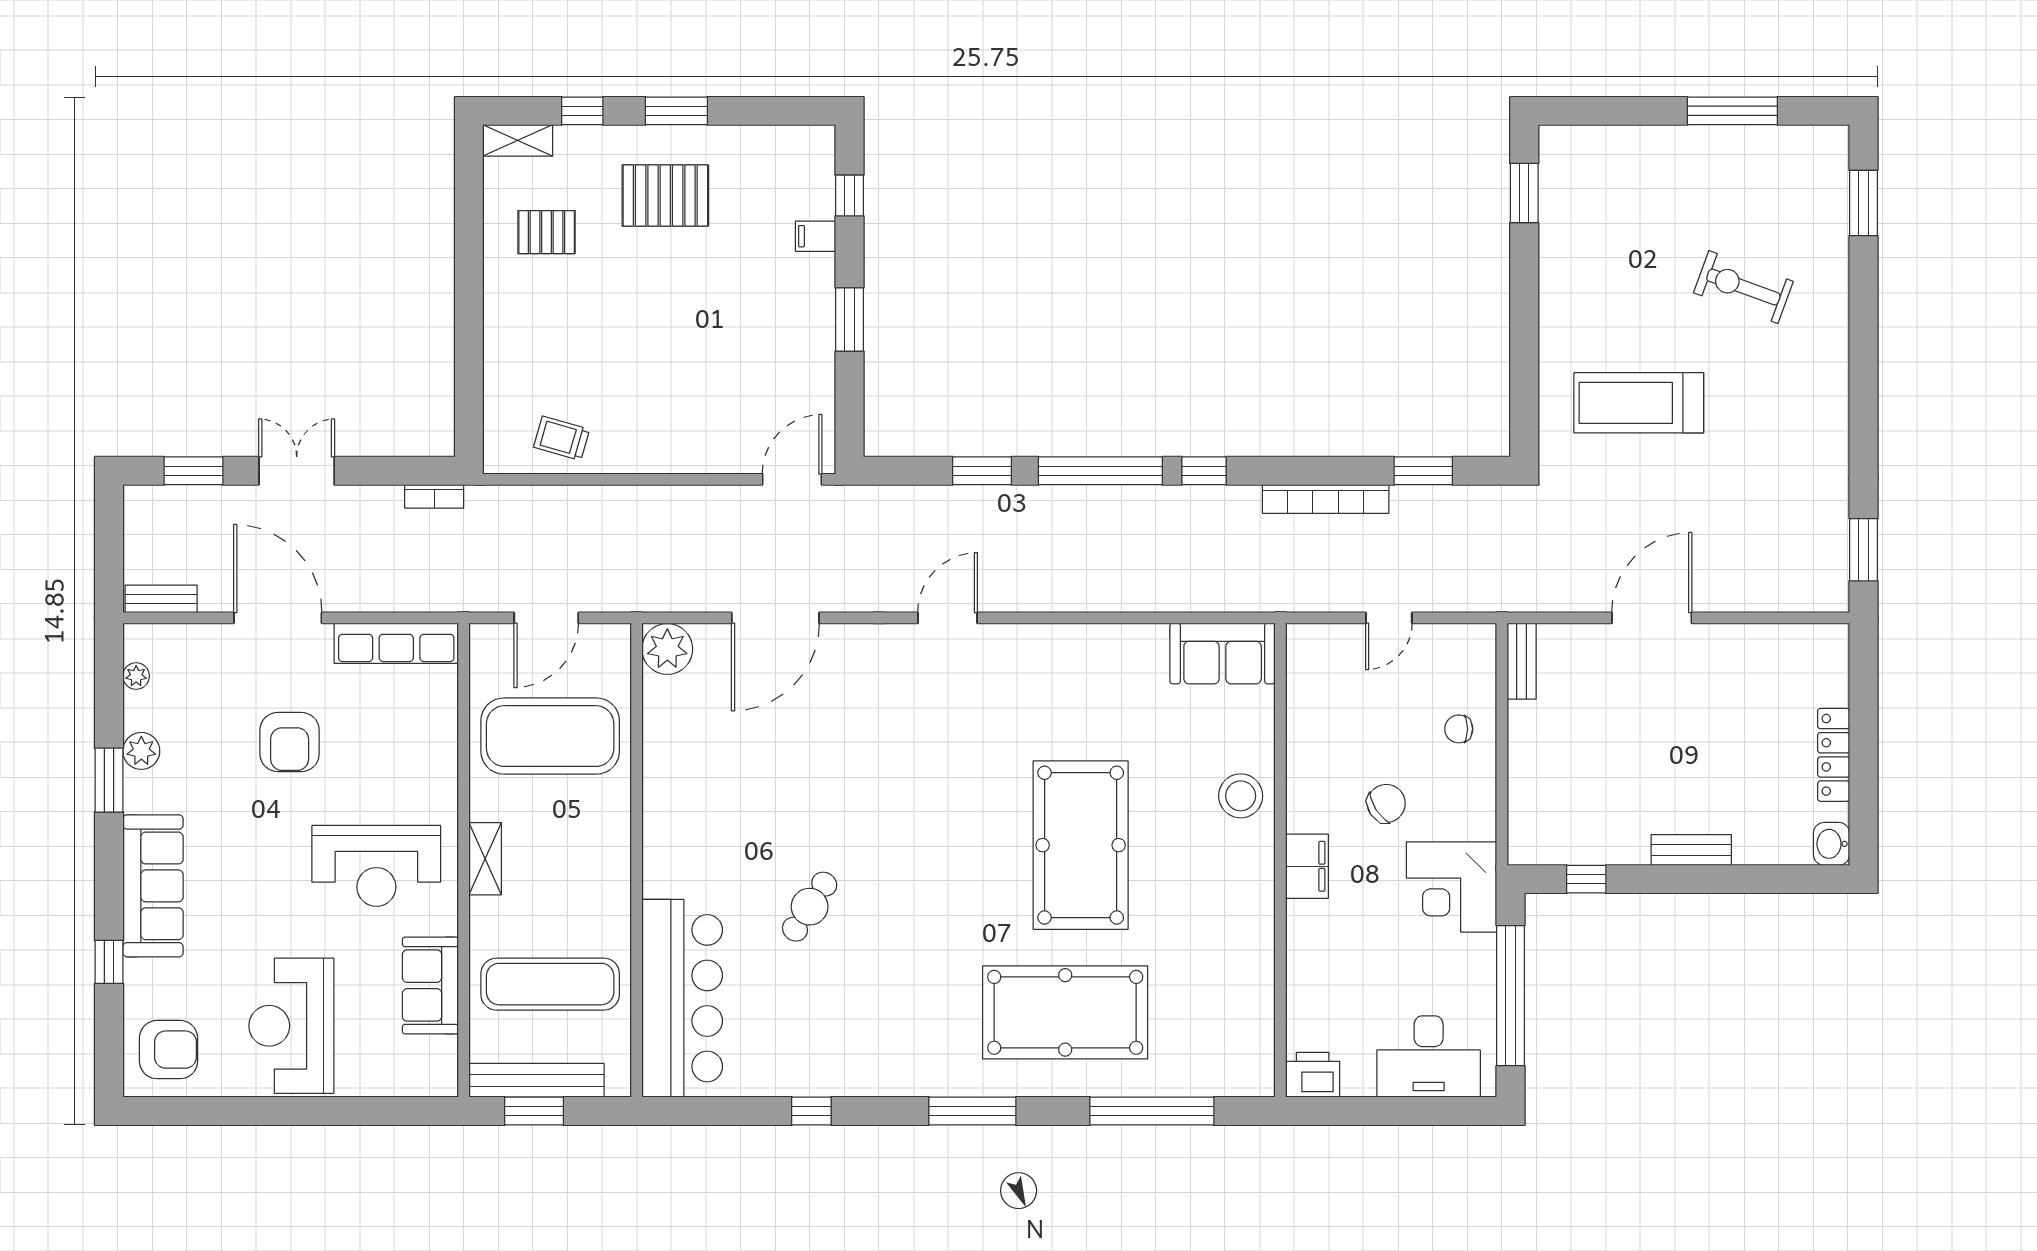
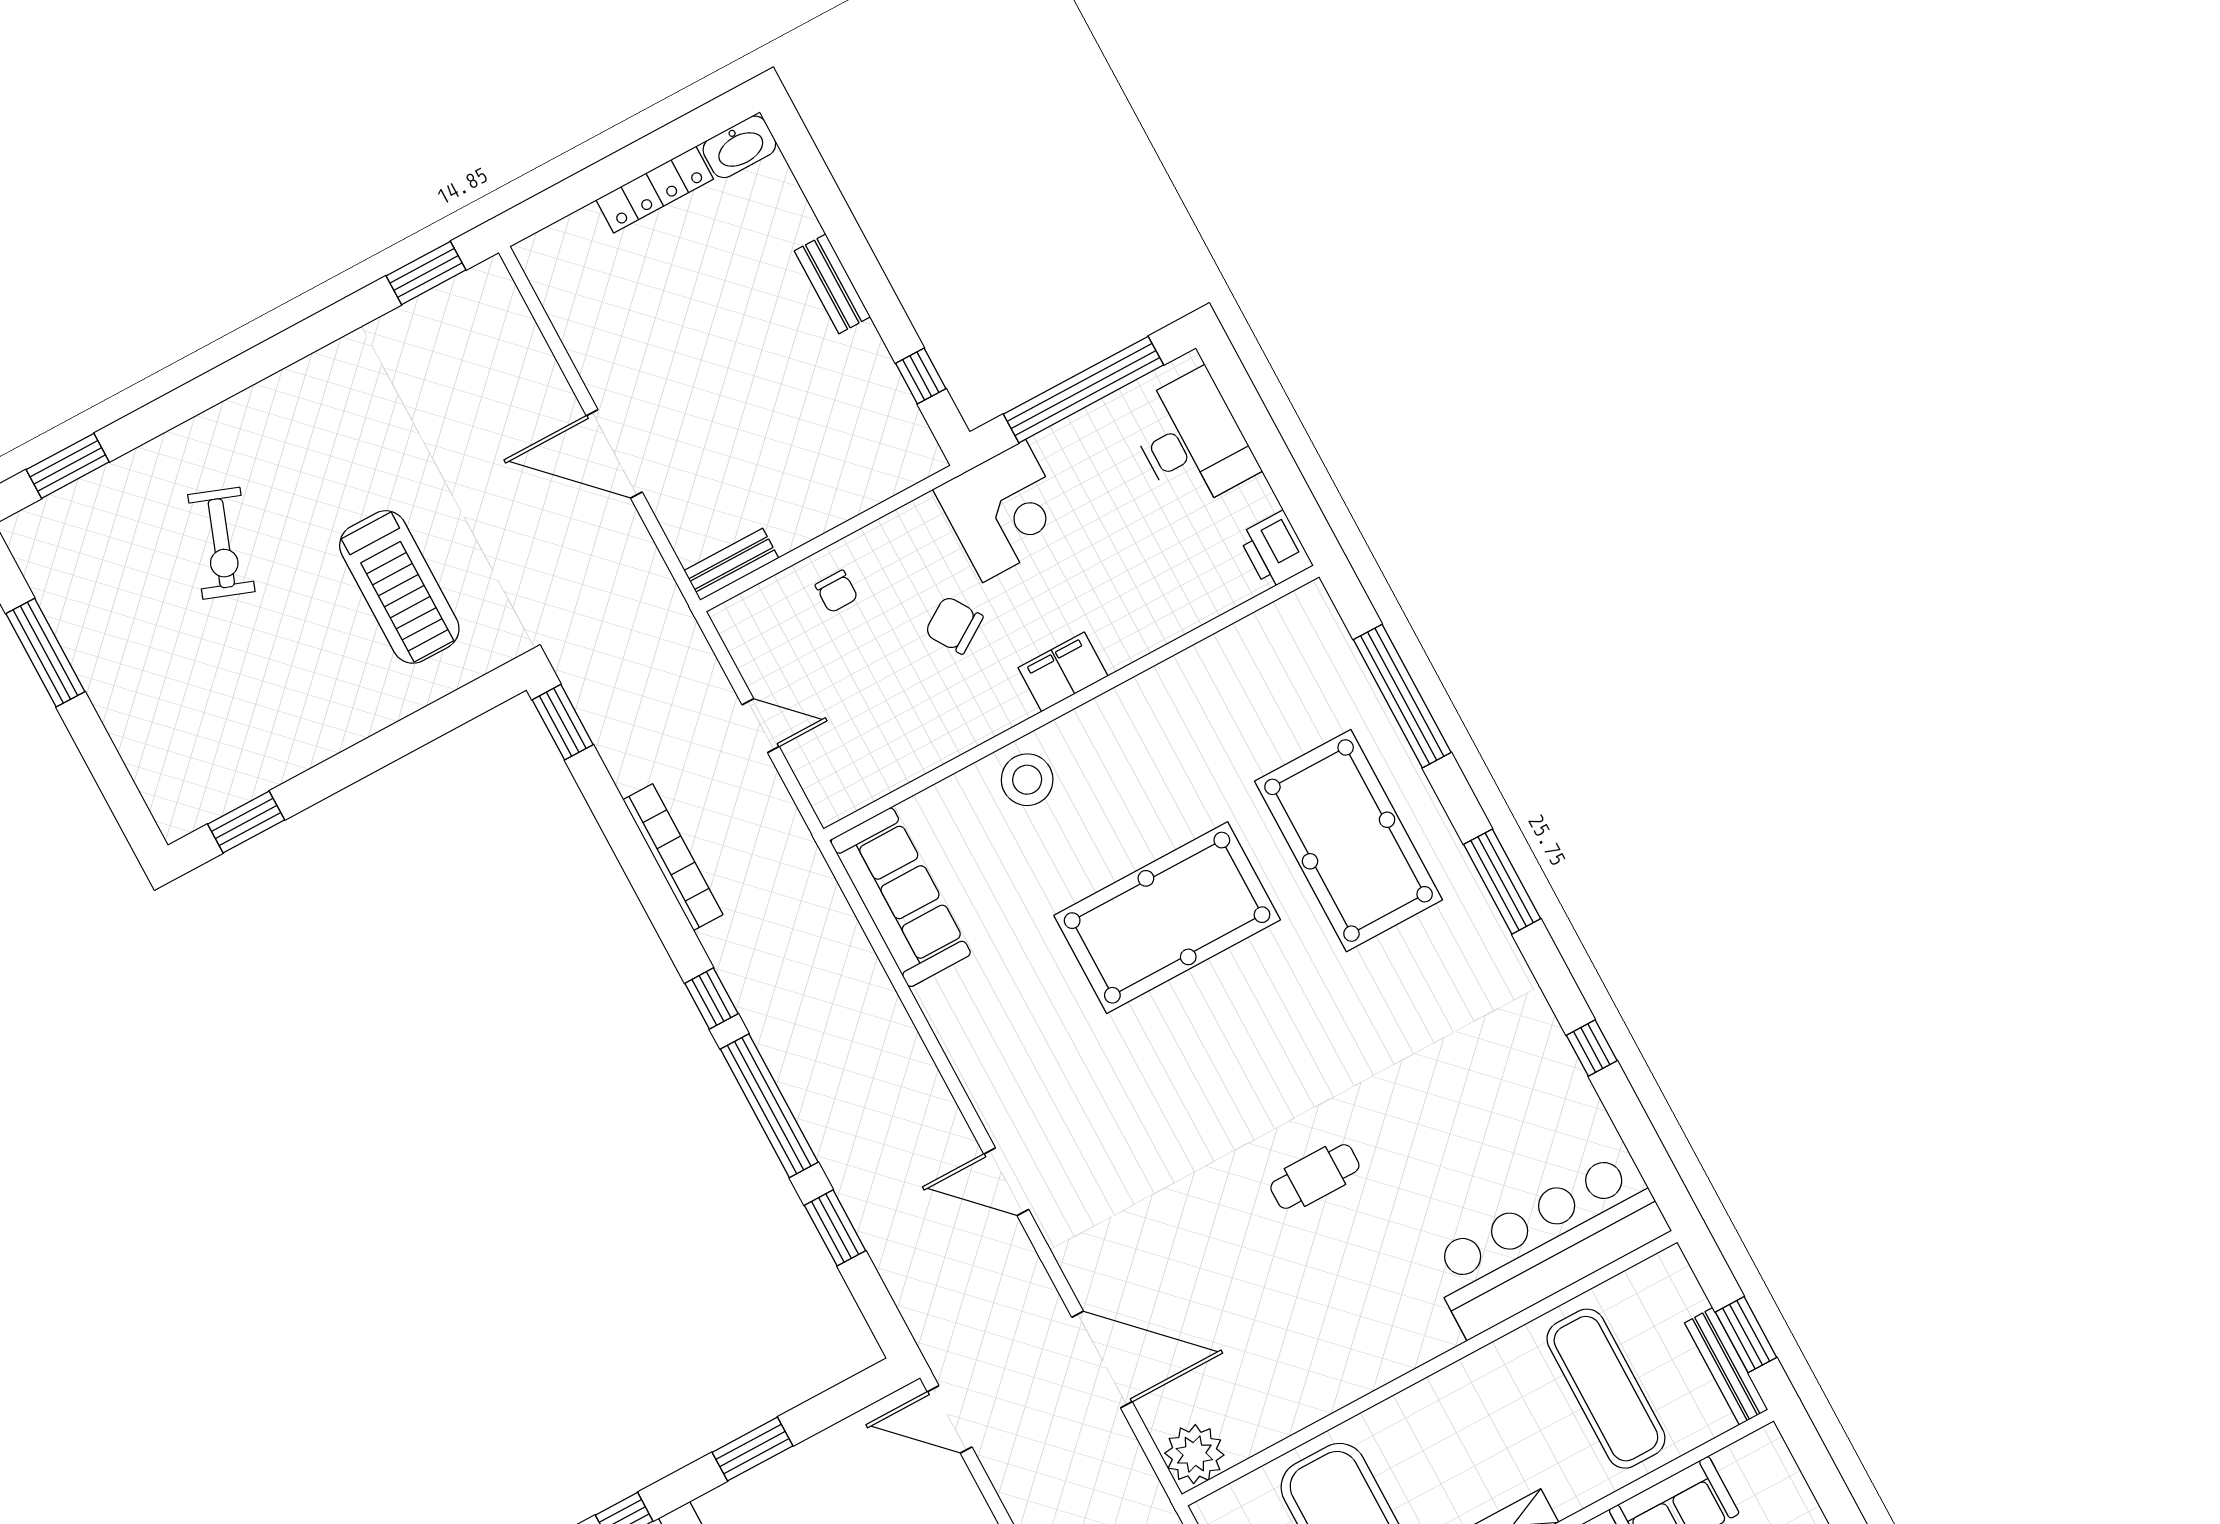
window: (1423, 471) -> (563, 722), moved
sofa: (1223, 653) -> (901, 897), width x1.36
washbasin: (1831, 844) -> (739, 147), width x1.38
cafe table: (810, 907) -> (1315, 1176), moved, turned -33
bench: (537, 1080) -> (1726, 1366), width x0.73, depth x0.82

